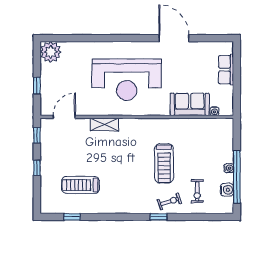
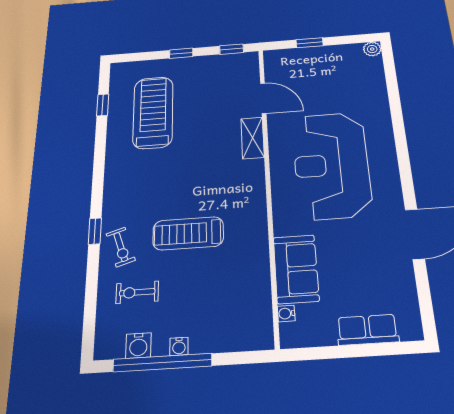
plant: (51, 52) -> (372, 49), width x0.53, depth x0.53
door: (64, 117) -> (263, 98), moved
treadmill: (81, 185) -> (153, 112), width x1.37, depth x1.38

